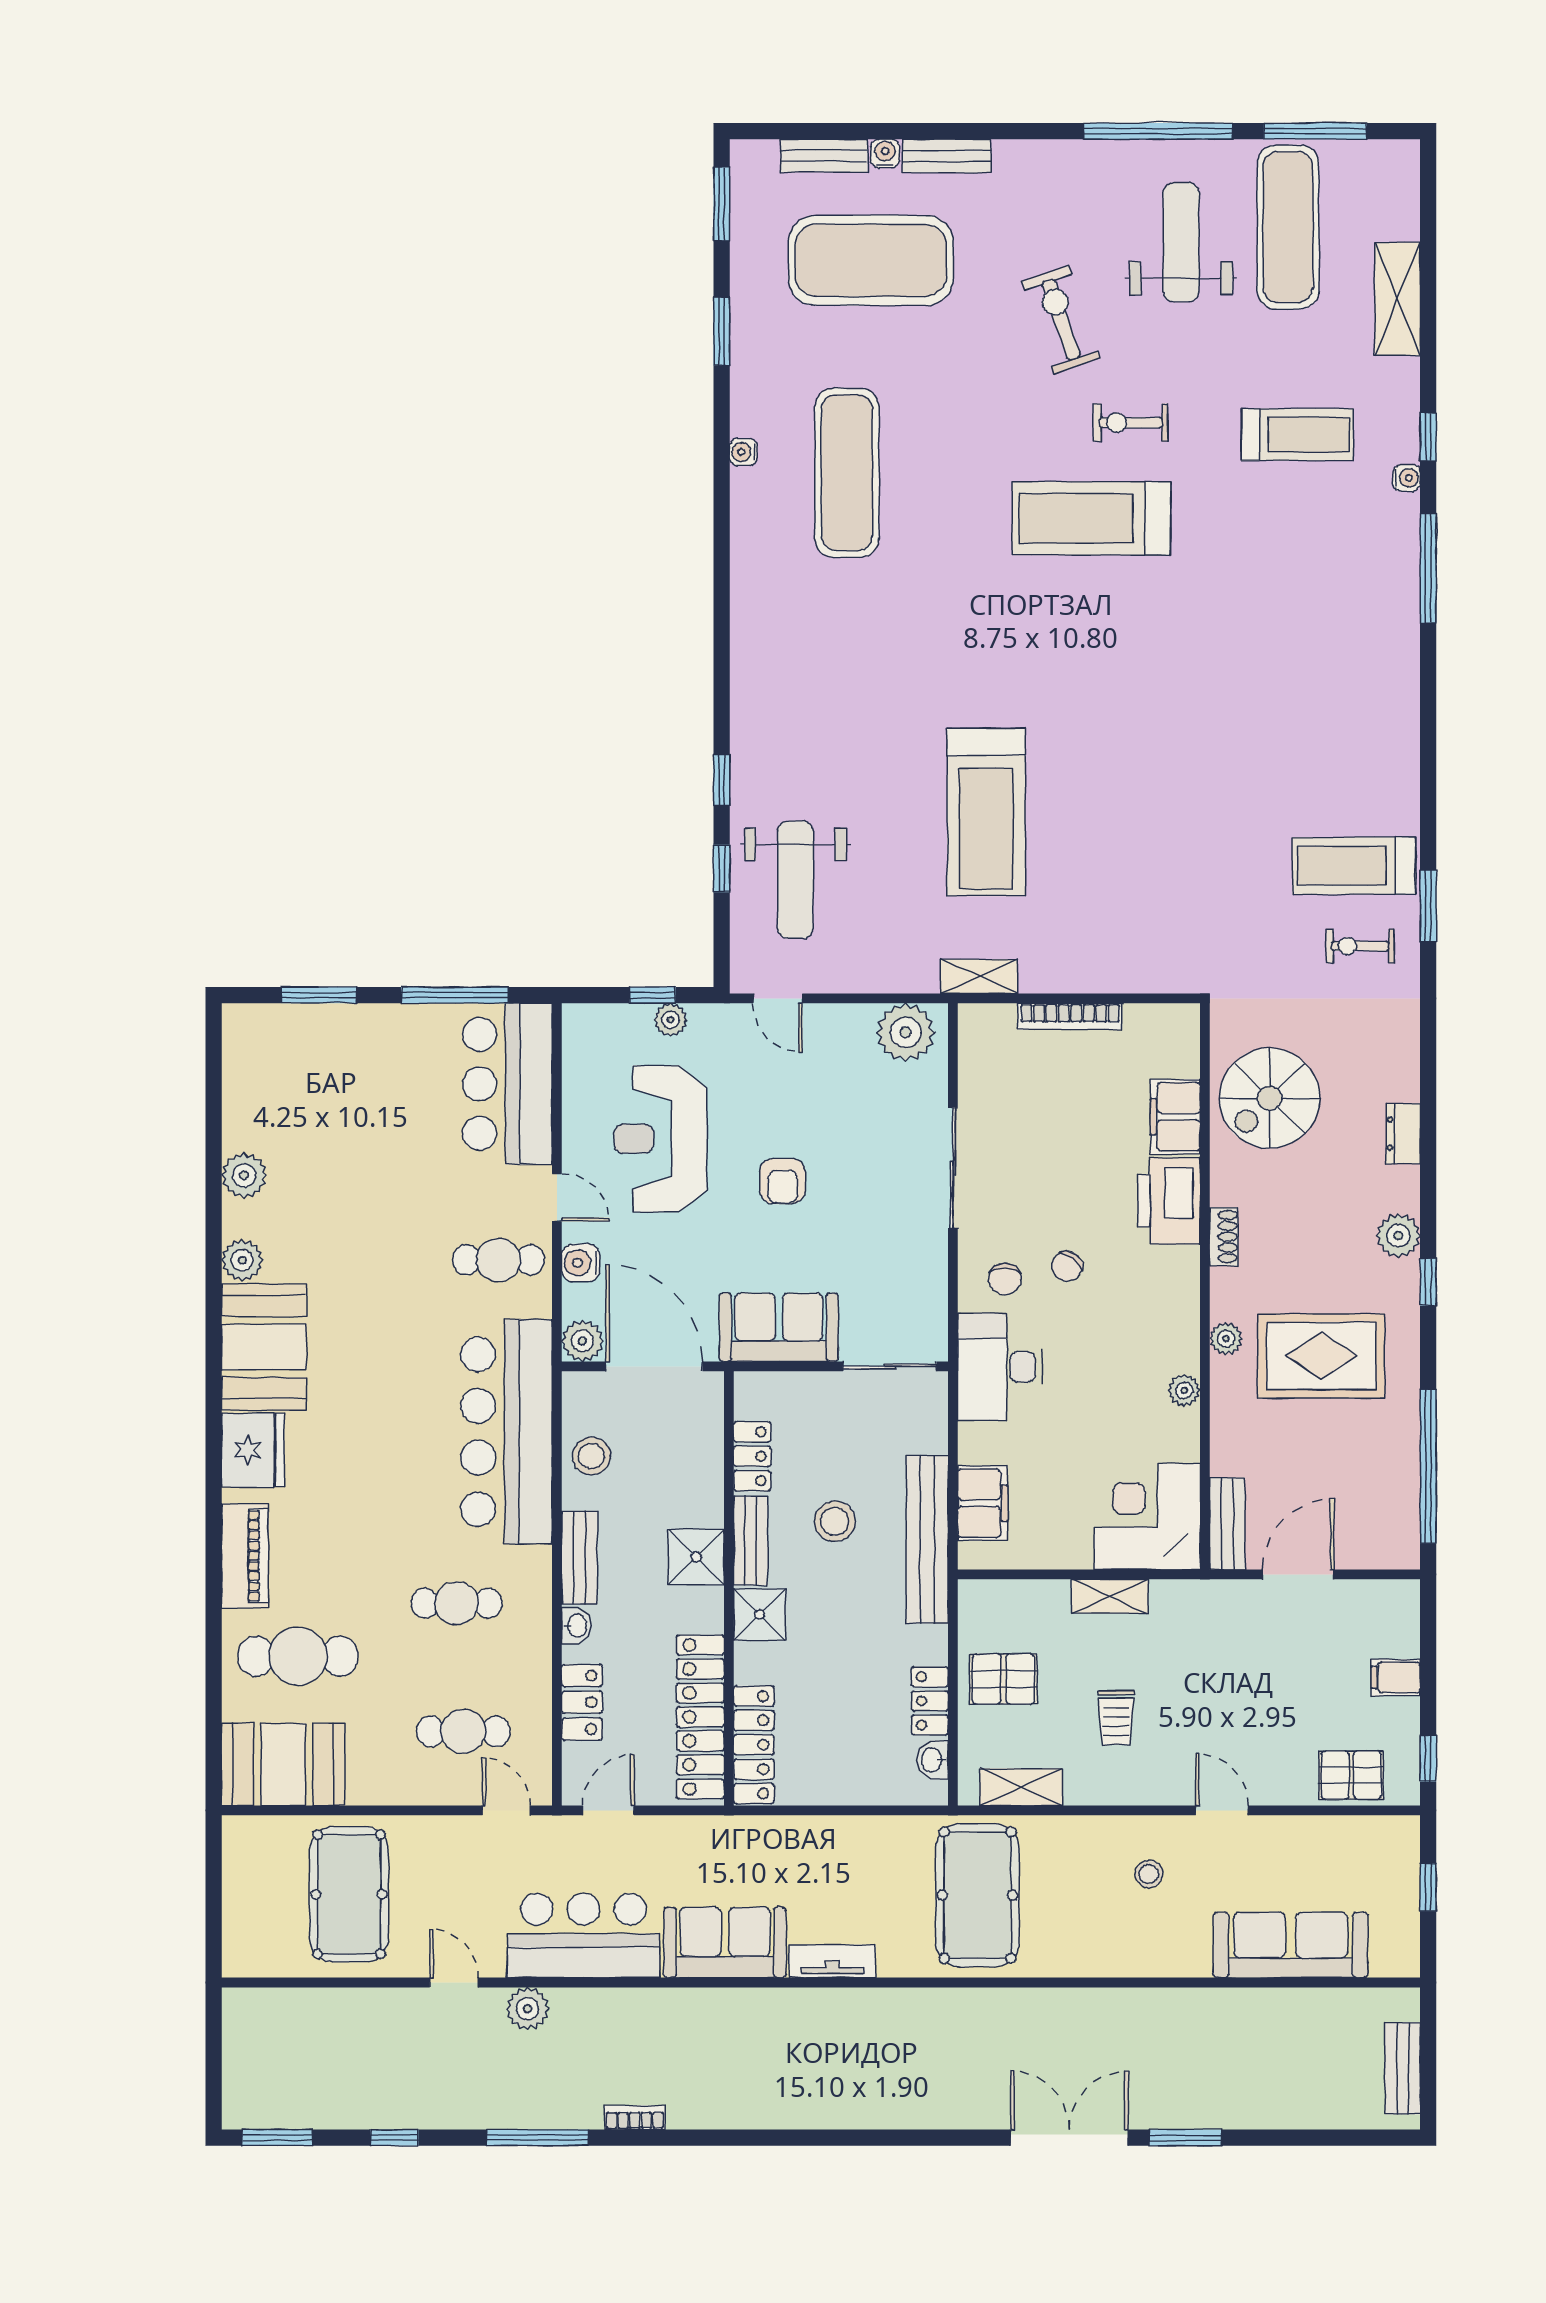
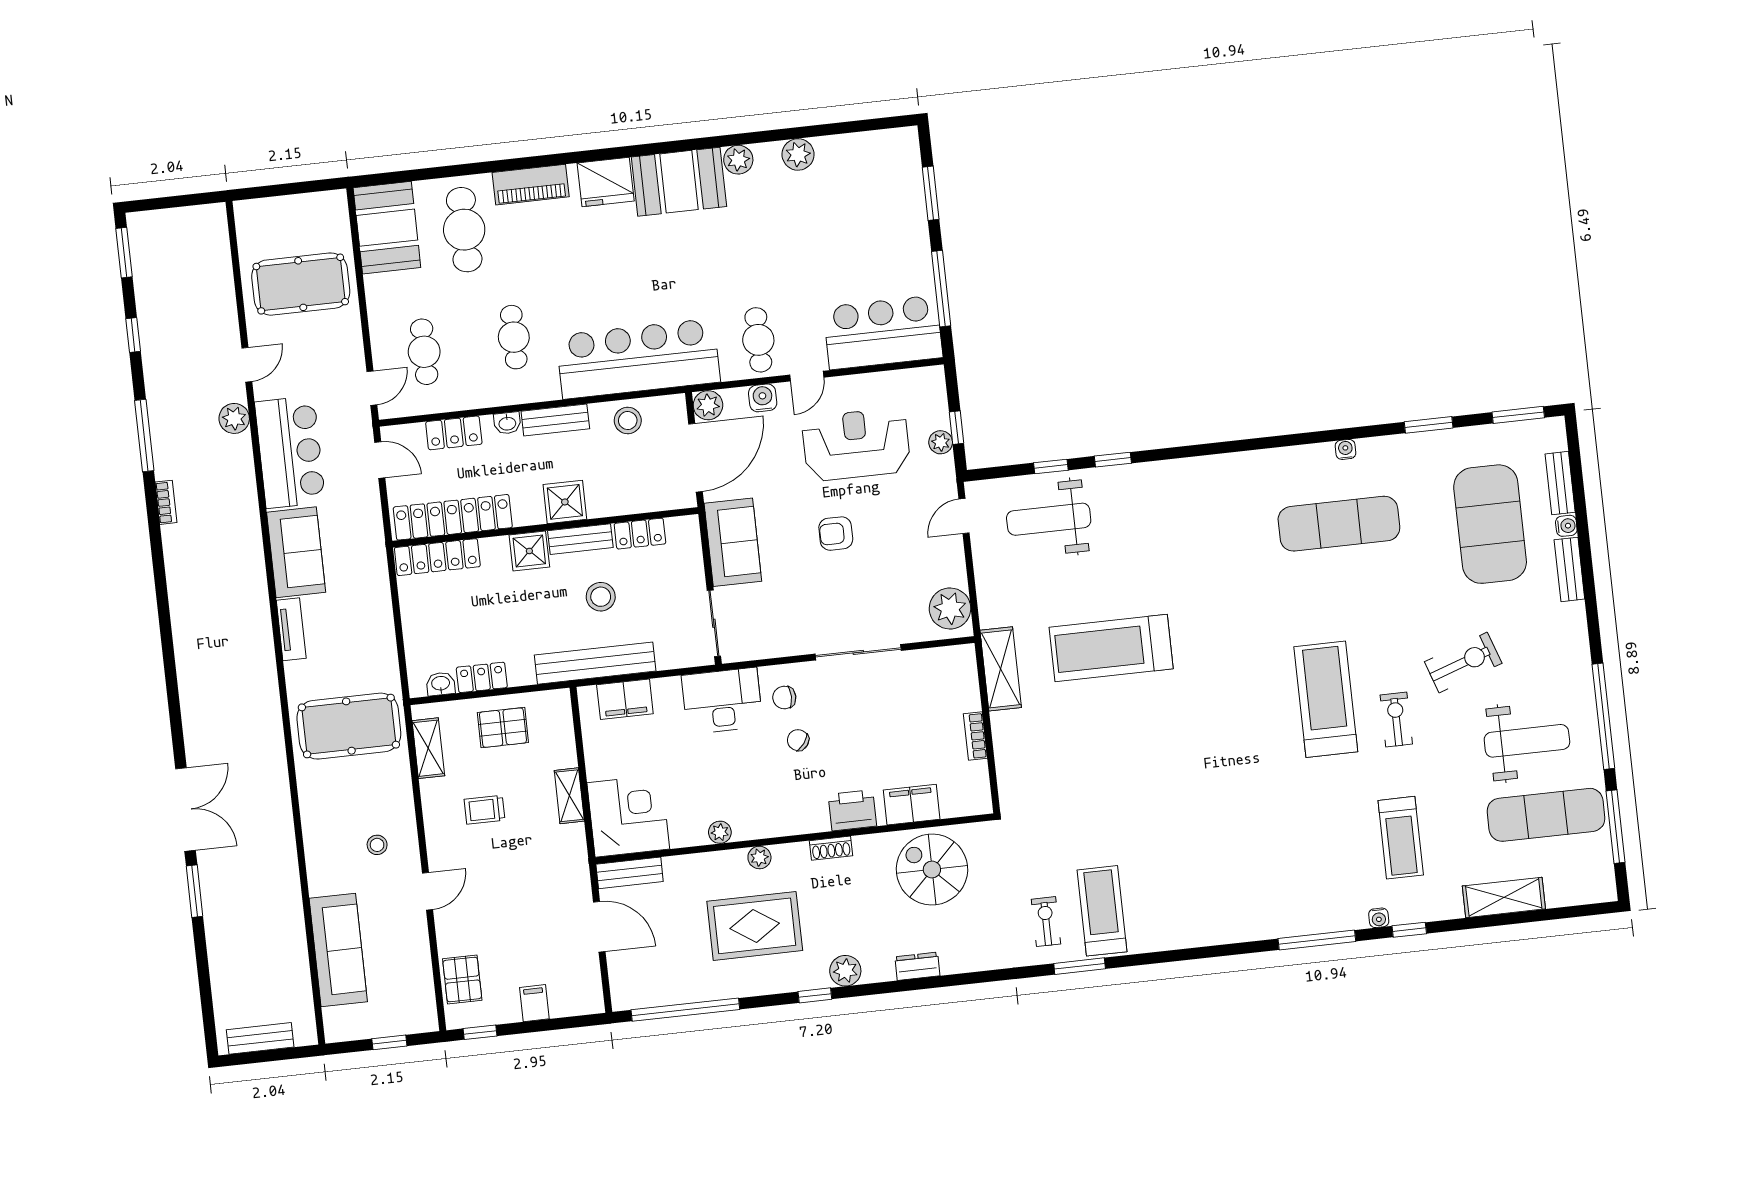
shelving: (979, 976) -> (1001, 669), width x1.50, depth x1.33
bookcase: (1070, 1016) -> (975, 736), width x0.64
printer: (1169, 1201) -> (852, 810), width x0.73, depth x0.84
rug: (1321, 1356) -> (755, 926), turned 90
pallet: (1004, 1679) -> (503, 728), turned 90

